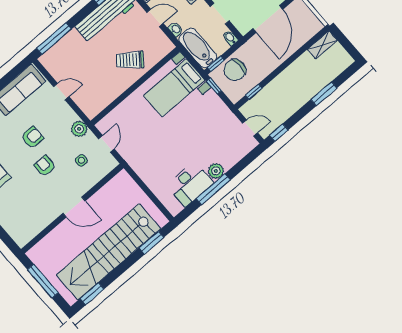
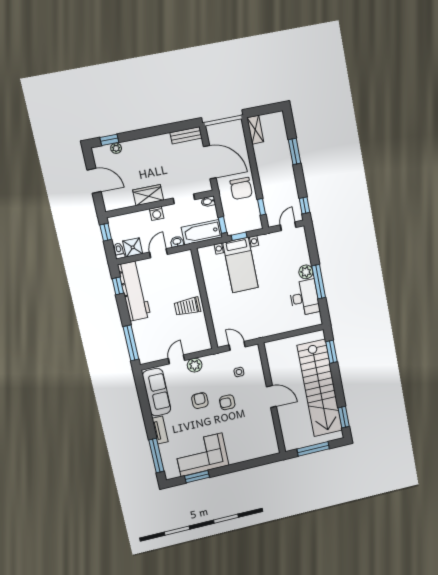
trolley: (130, 60) -> (187, 307), moved, turned 52
chair: (235, 70) -> (241, 188), moved
bed with nightstands: (174, 88) -> (240, 265), moved
plant: (79, 129) -> (195, 365), moved
door: (74, 207) -> (271, 397), hinge flipped

